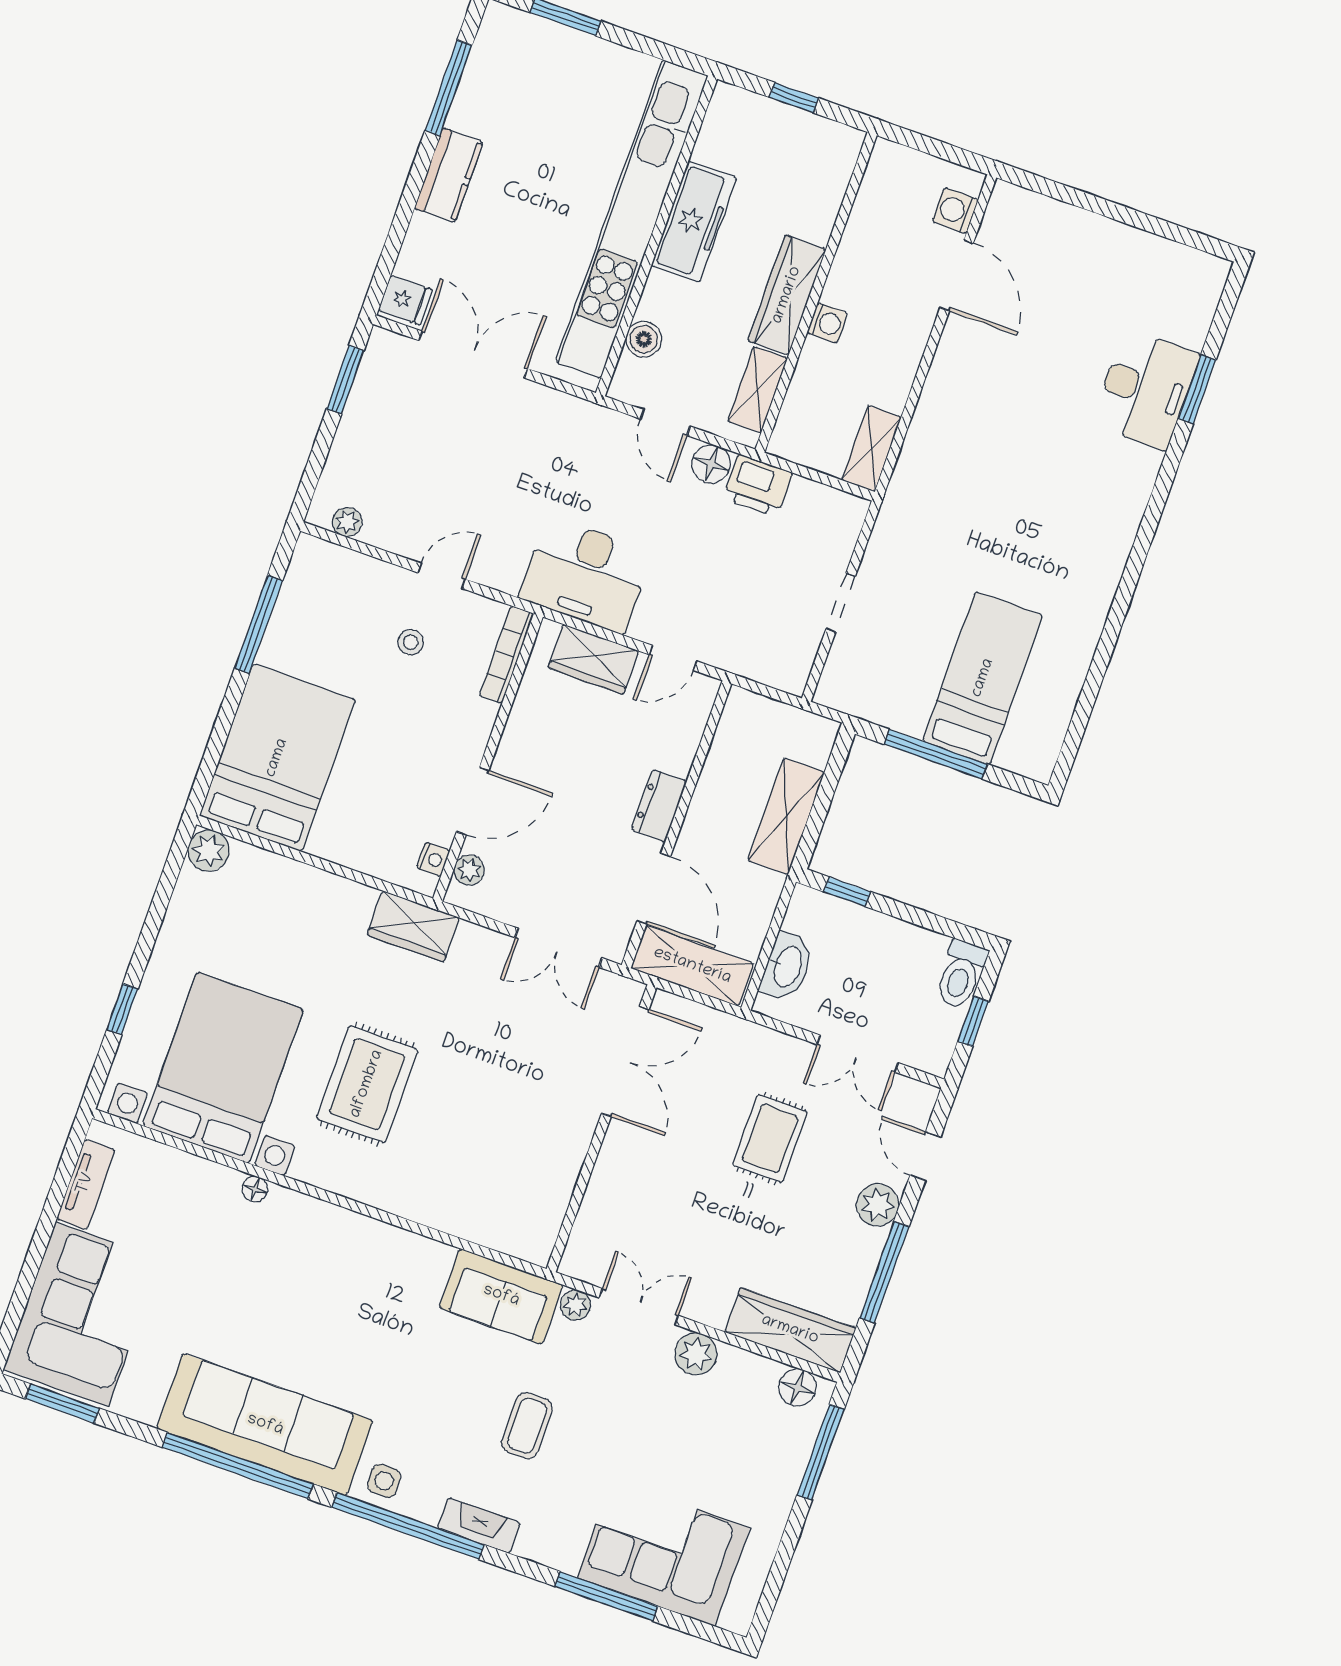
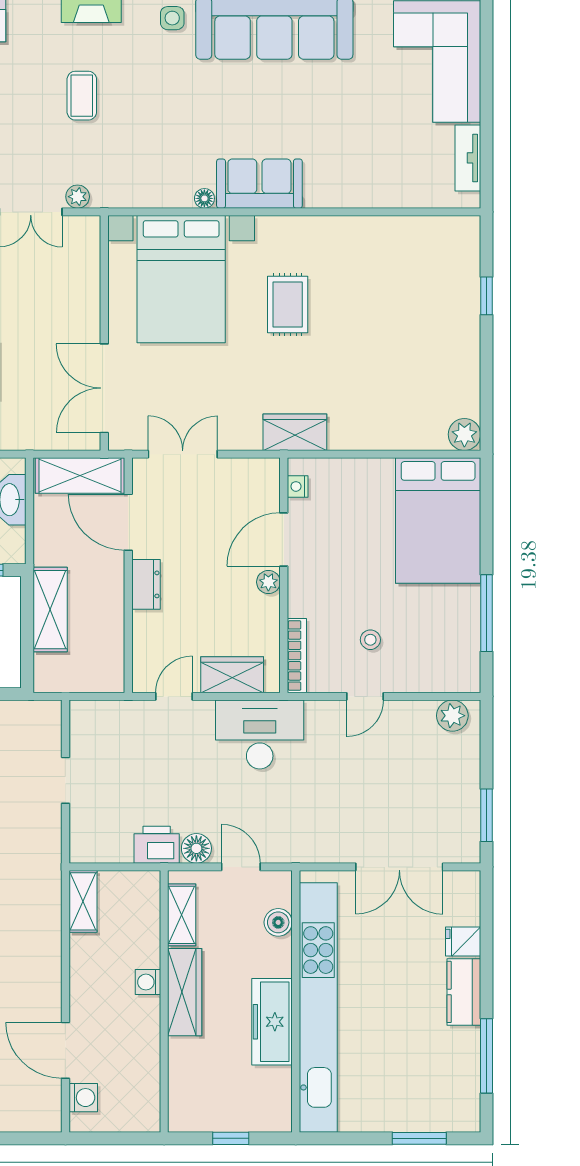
fridge: (405, 300) -> (463, 941), moved
plant: (347, 522) -> (452, 716), width x1.38, depth x1.38
plant: (469, 870) -> (268, 582), moved
bed with nightstands: (223, 1068) -> (181, 279), moved
rug: (367, 1084) -> (288, 304), width x0.73, depth x0.70
floor lamp: (255, 1189) -> (204, 198), moved
sofa: (501, 1296) -> (259, 184), moved

